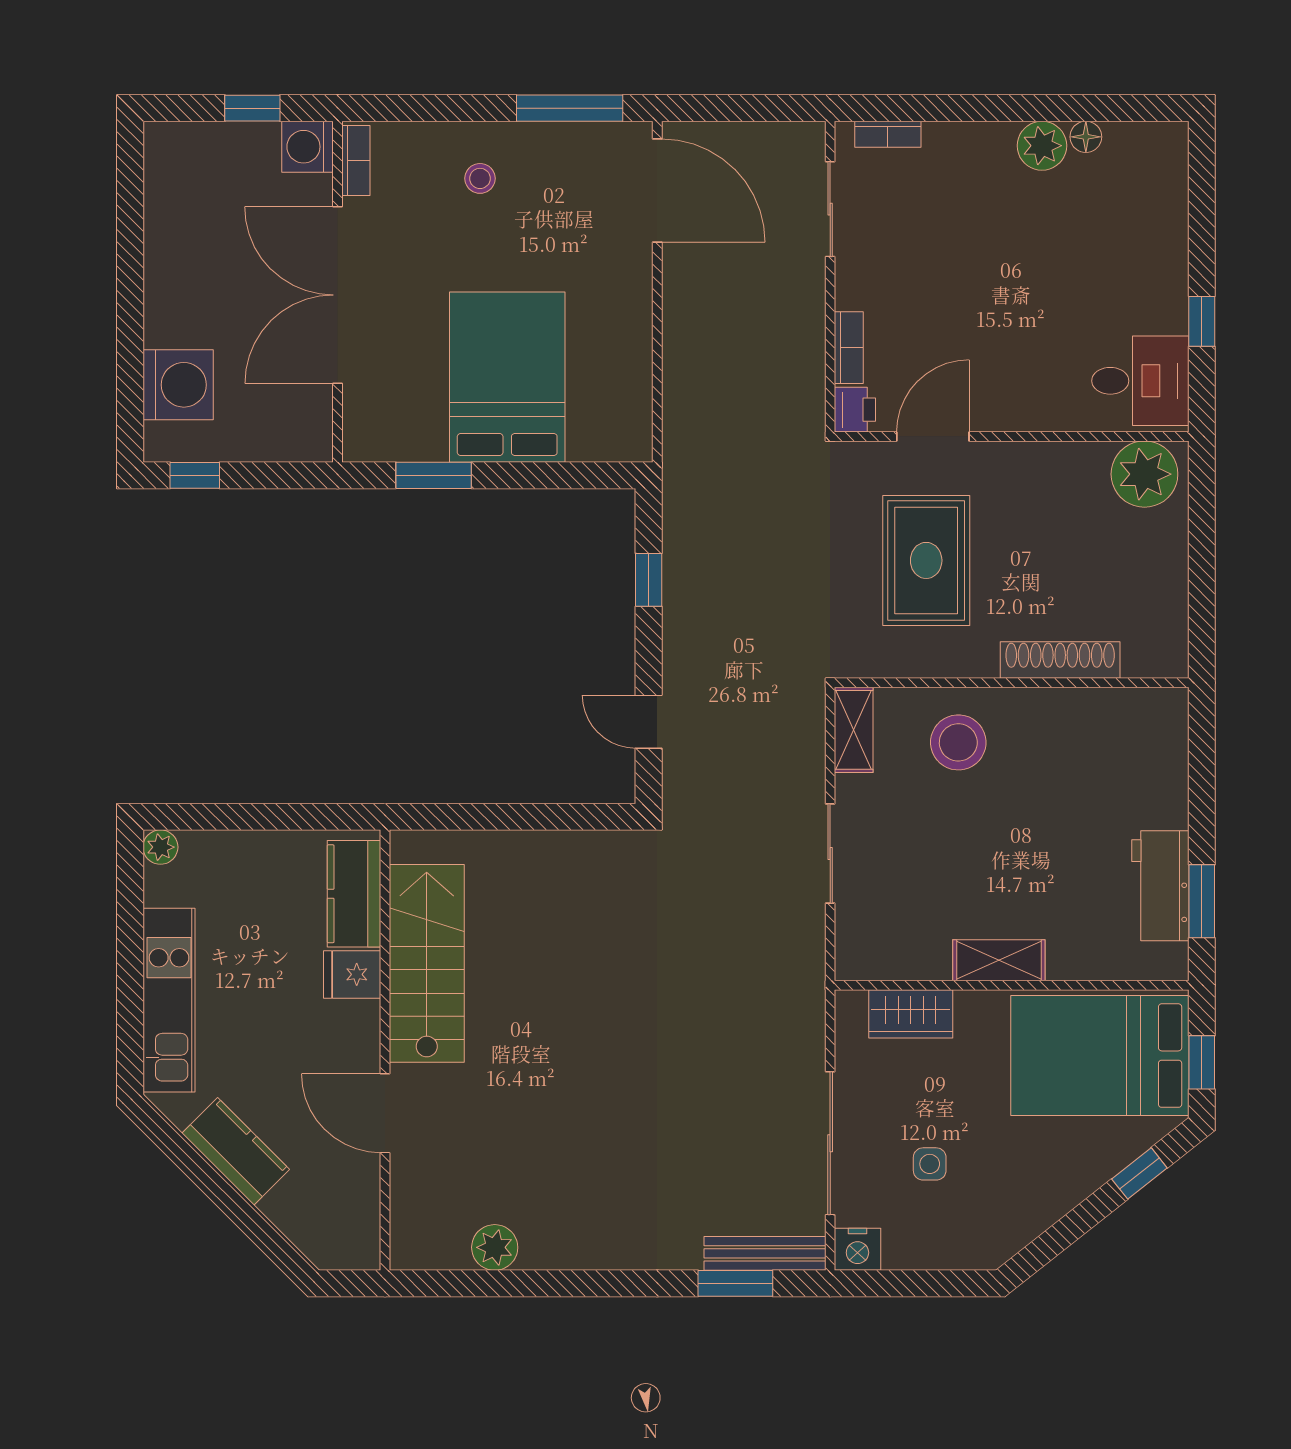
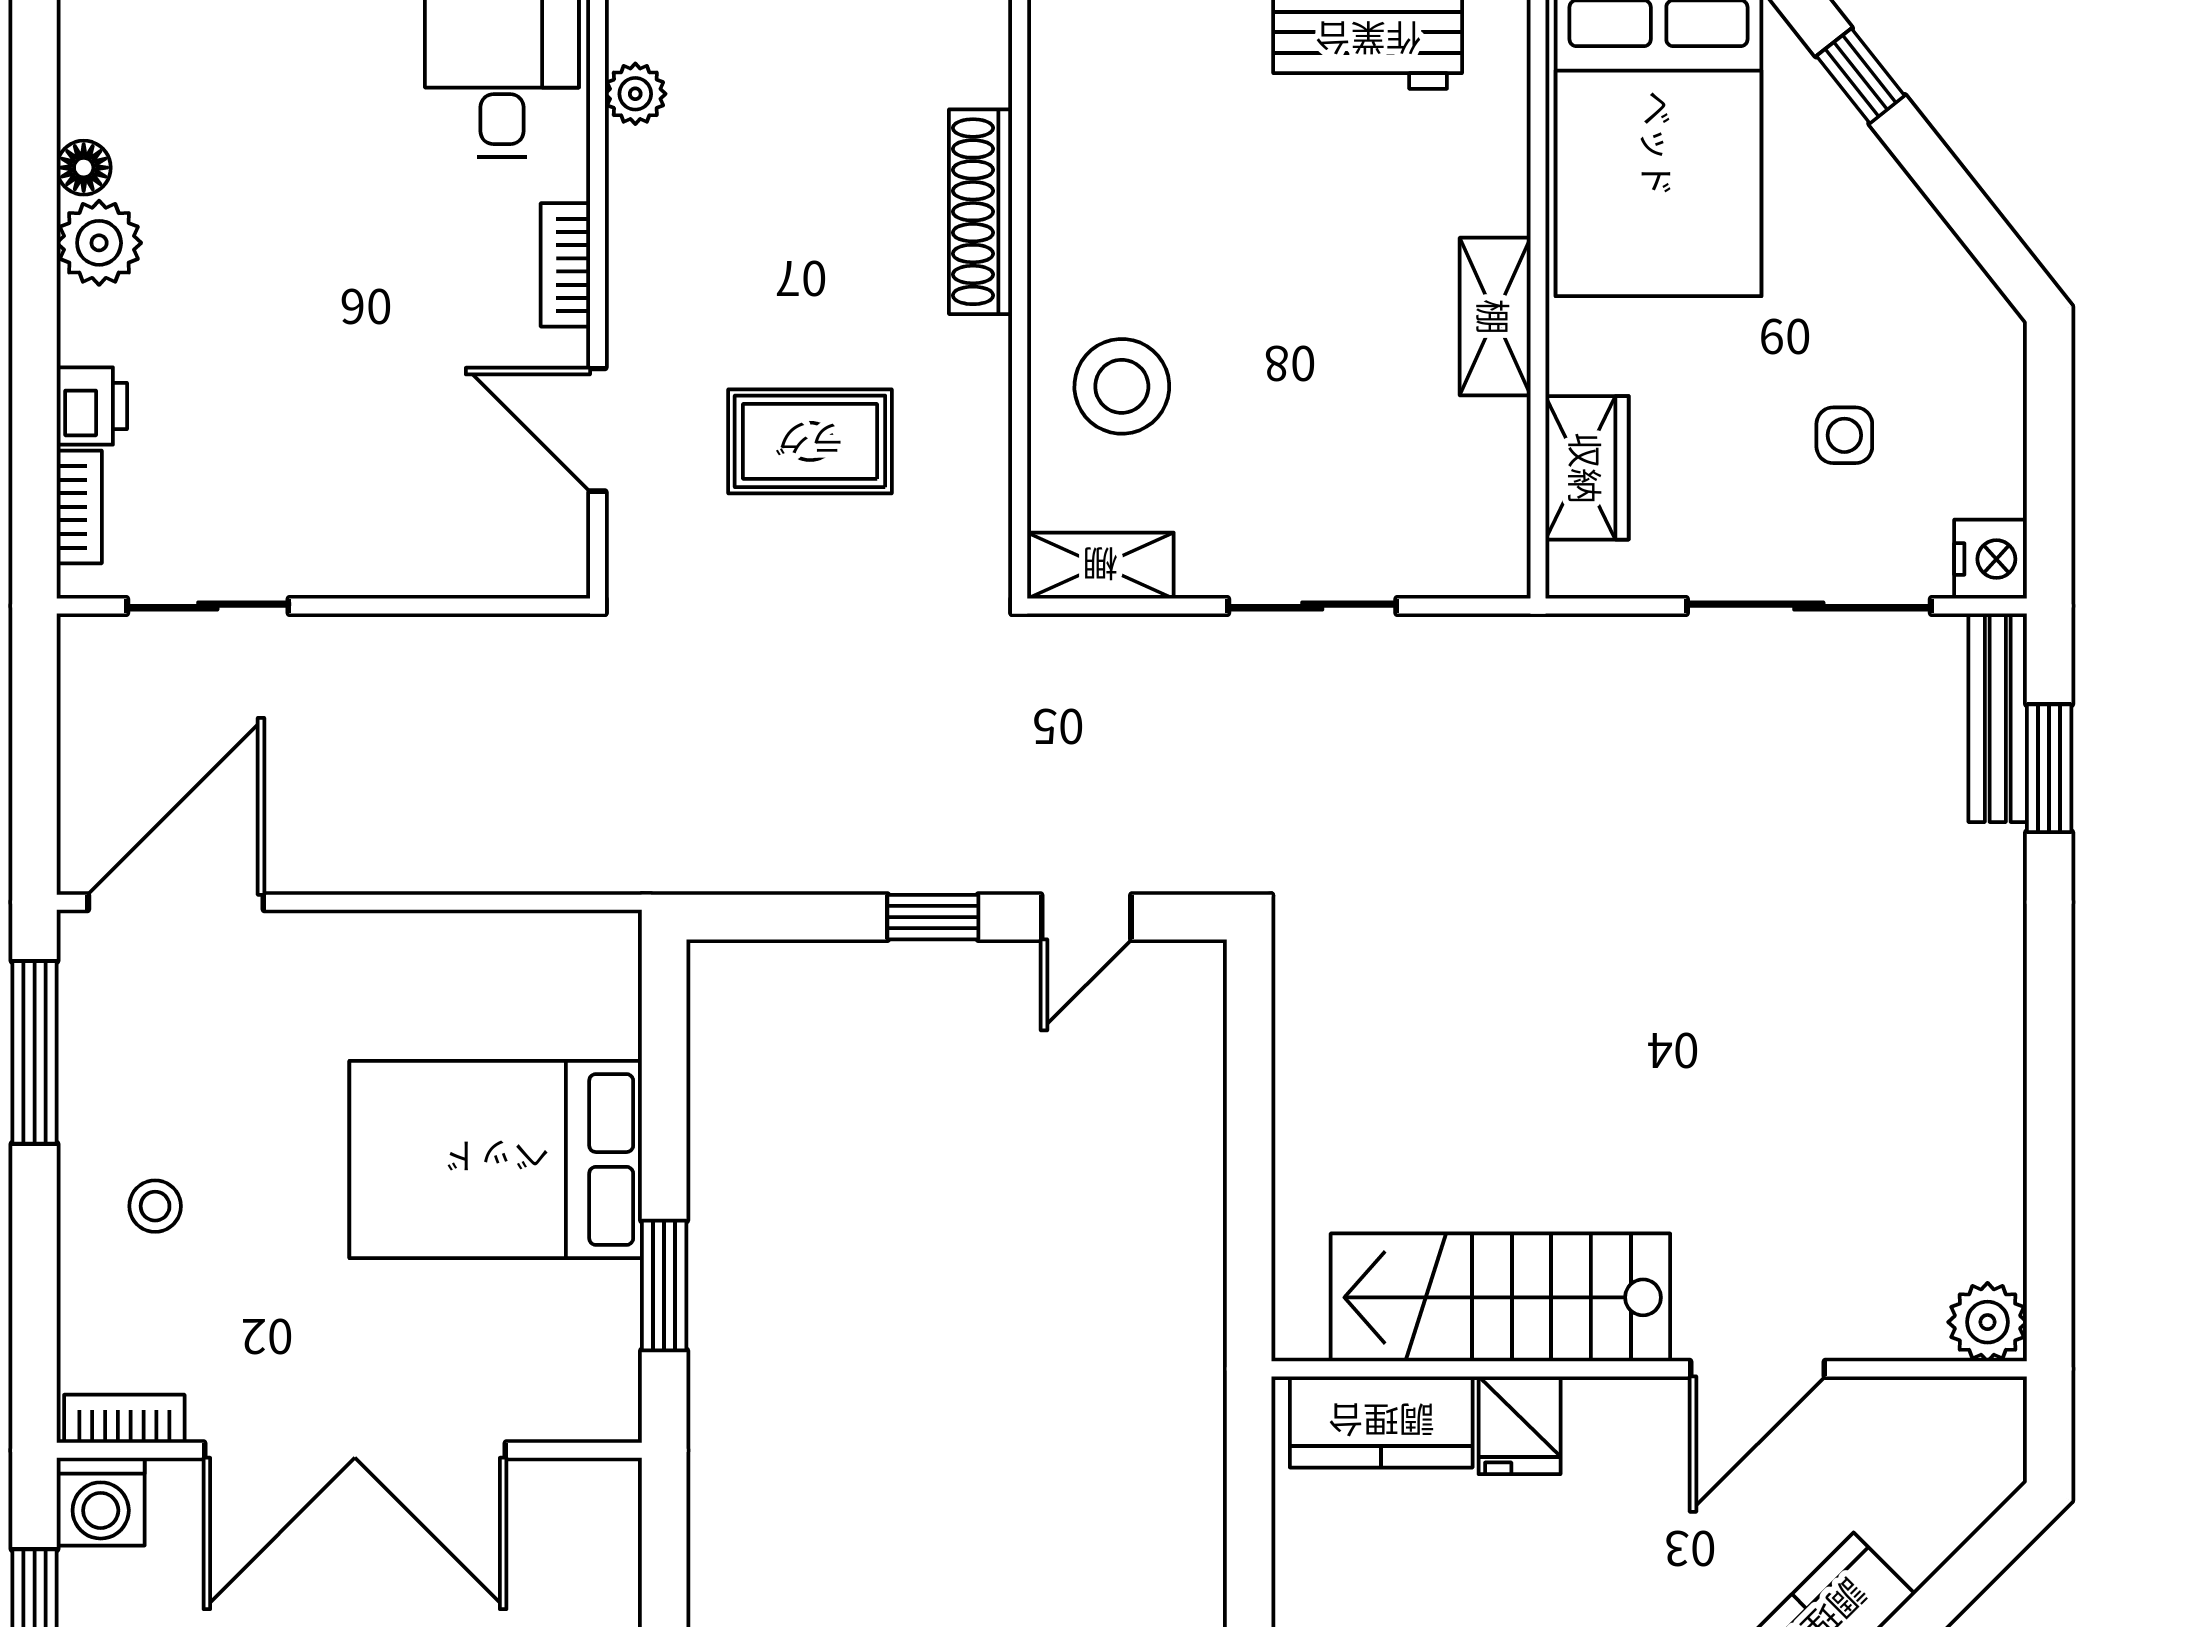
bookcase: (849, 348) -> (565, 265), moved, turned -90
printer: (855, 410) -> (92, 406), moved, turned 90
plant: (1144, 474) -> (635, 94), width x0.53, depth x0.53
rug: (926, 560) -> (810, 441), width x0.73, depth x0.70
window: (649, 580) -> (933, 917), moved
plant: (495, 1247) -> (1988, 1322), moved

